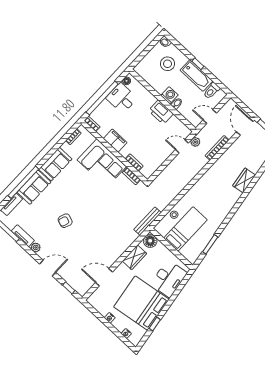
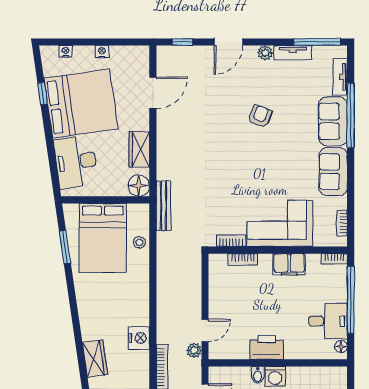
nightstand: (215, 171) -> (139, 338), added
bed: (185, 229) -> (103, 238), width x1.50

